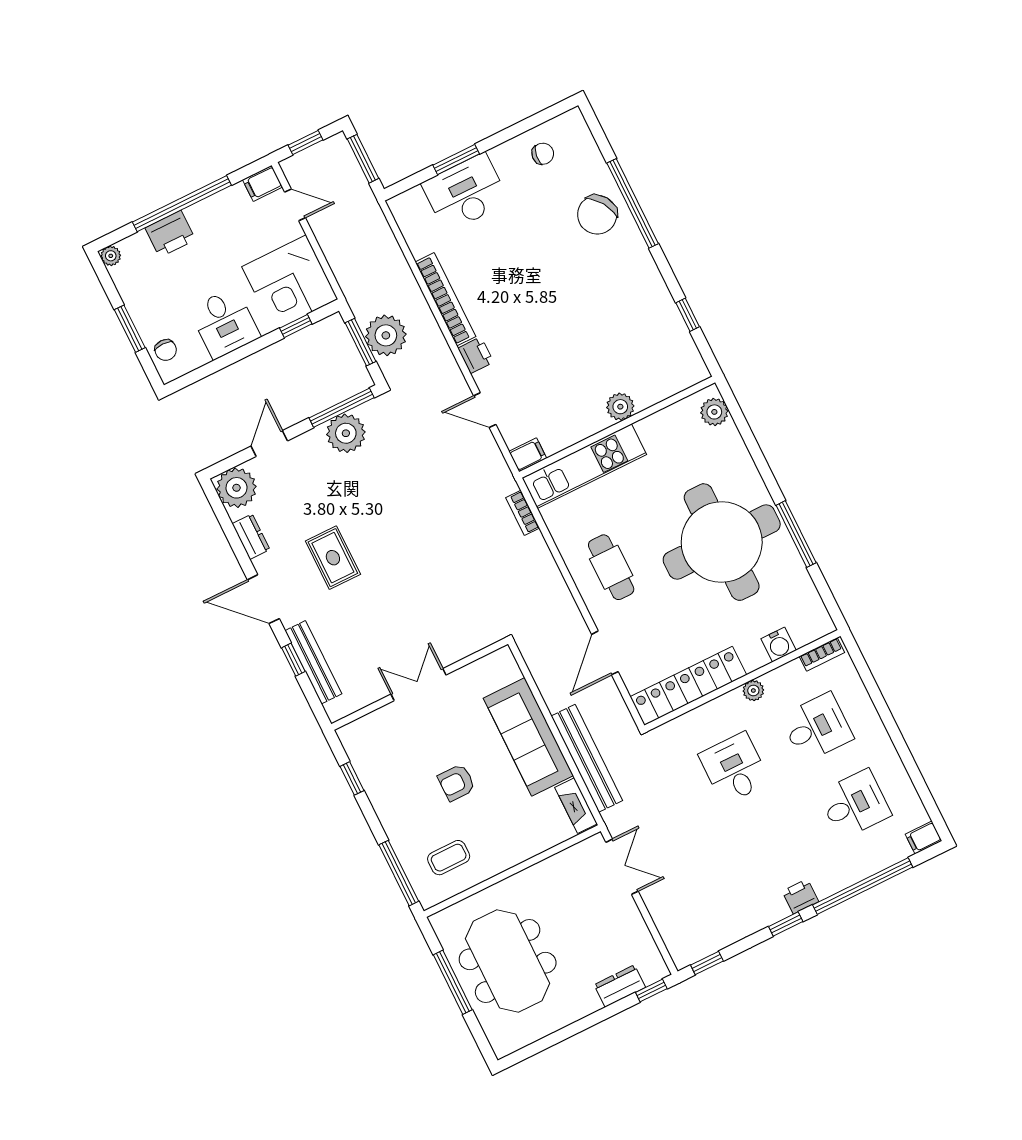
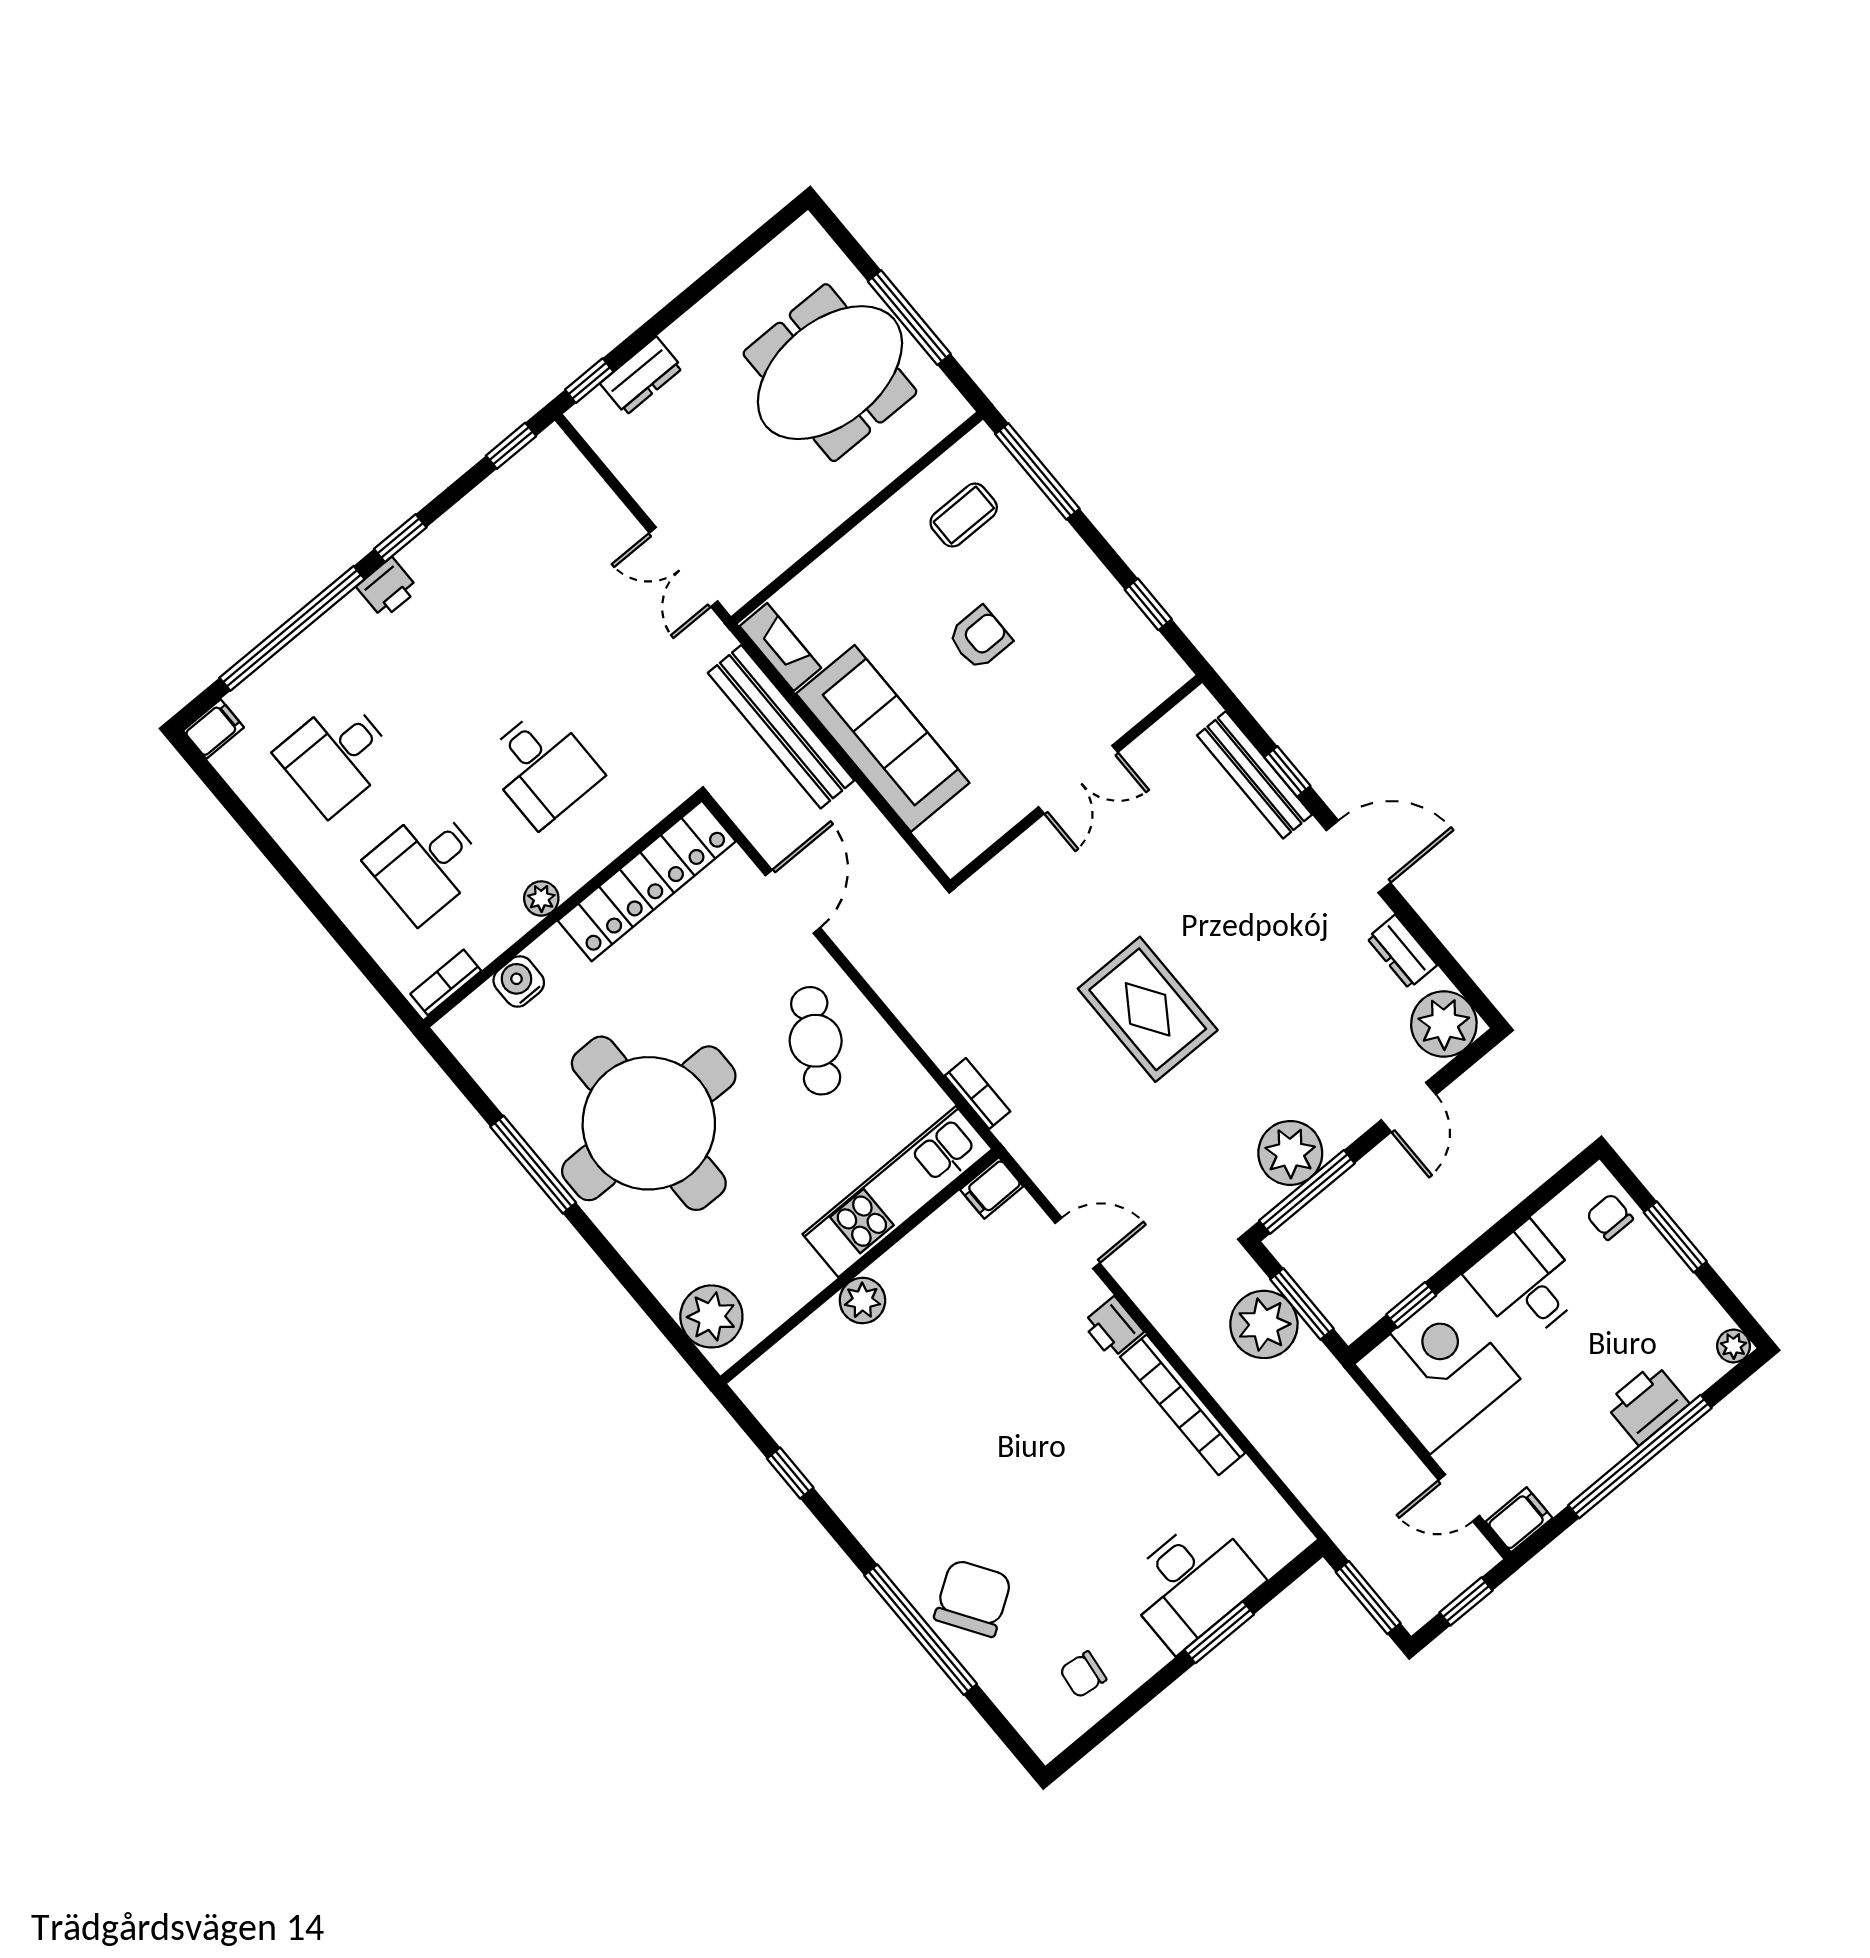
plant: (714, 412) -> (711, 1316), width x1.36, depth x1.36
rug: (333, 558) -> (1148, 1009), moved, width x1.36, depth x1.43
cafe table: (611, 567) -> (816, 1041), turned 30
meeting table: (508, 961) -> (830, 373), turned 90

